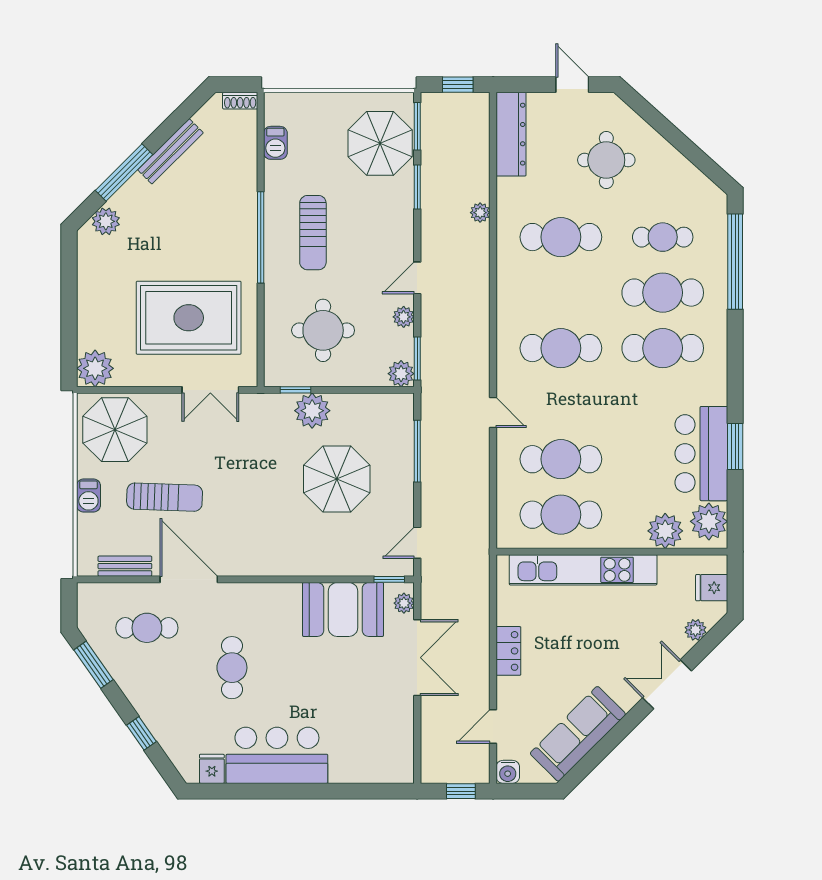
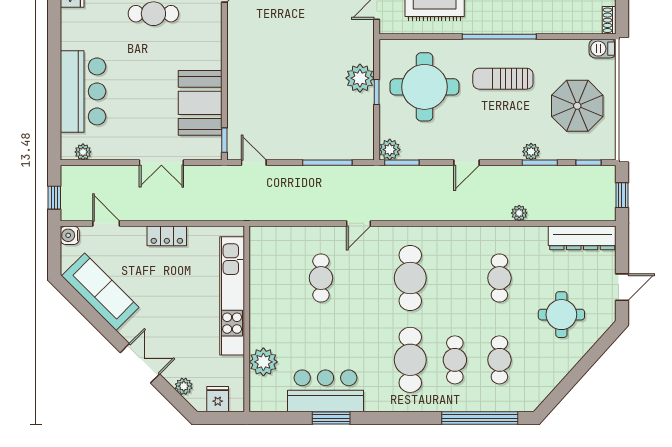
window: (417, 126) -> (588, 163), width x0.67
barbecue: (275, 143) -> (603, 49), moved
parasol: (380, 143) -> (577, 106), moved
cafe table: (561, 237) -> (499, 278), width x0.73, depth x0.74
door: (417, 278) -> (467, 163), swing flipped
cafe table: (663, 293) -> (455, 360), width x0.73, depth x0.74
plant: (404, 317) -> (531, 152), moved
round table: (323, 330) -> (424, 87), width x1.36, depth x1.36
window: (296, 390) -> (377, 92), moved
cafe table: (561, 459) -> (321, 278), width x0.73, depth x0.74
parasol: (337, 479) -> (305, 98), removed
cafe table: (561, 515) -> (276, 278), removed
plant: (709, 521) -> (271, 397), removed
plant: (404, 603) -> (83, 152), moved
double door: (417, 658) -> (161, 163), width x0.73
bar counter: (277, 755) -> (83, 91), moved

